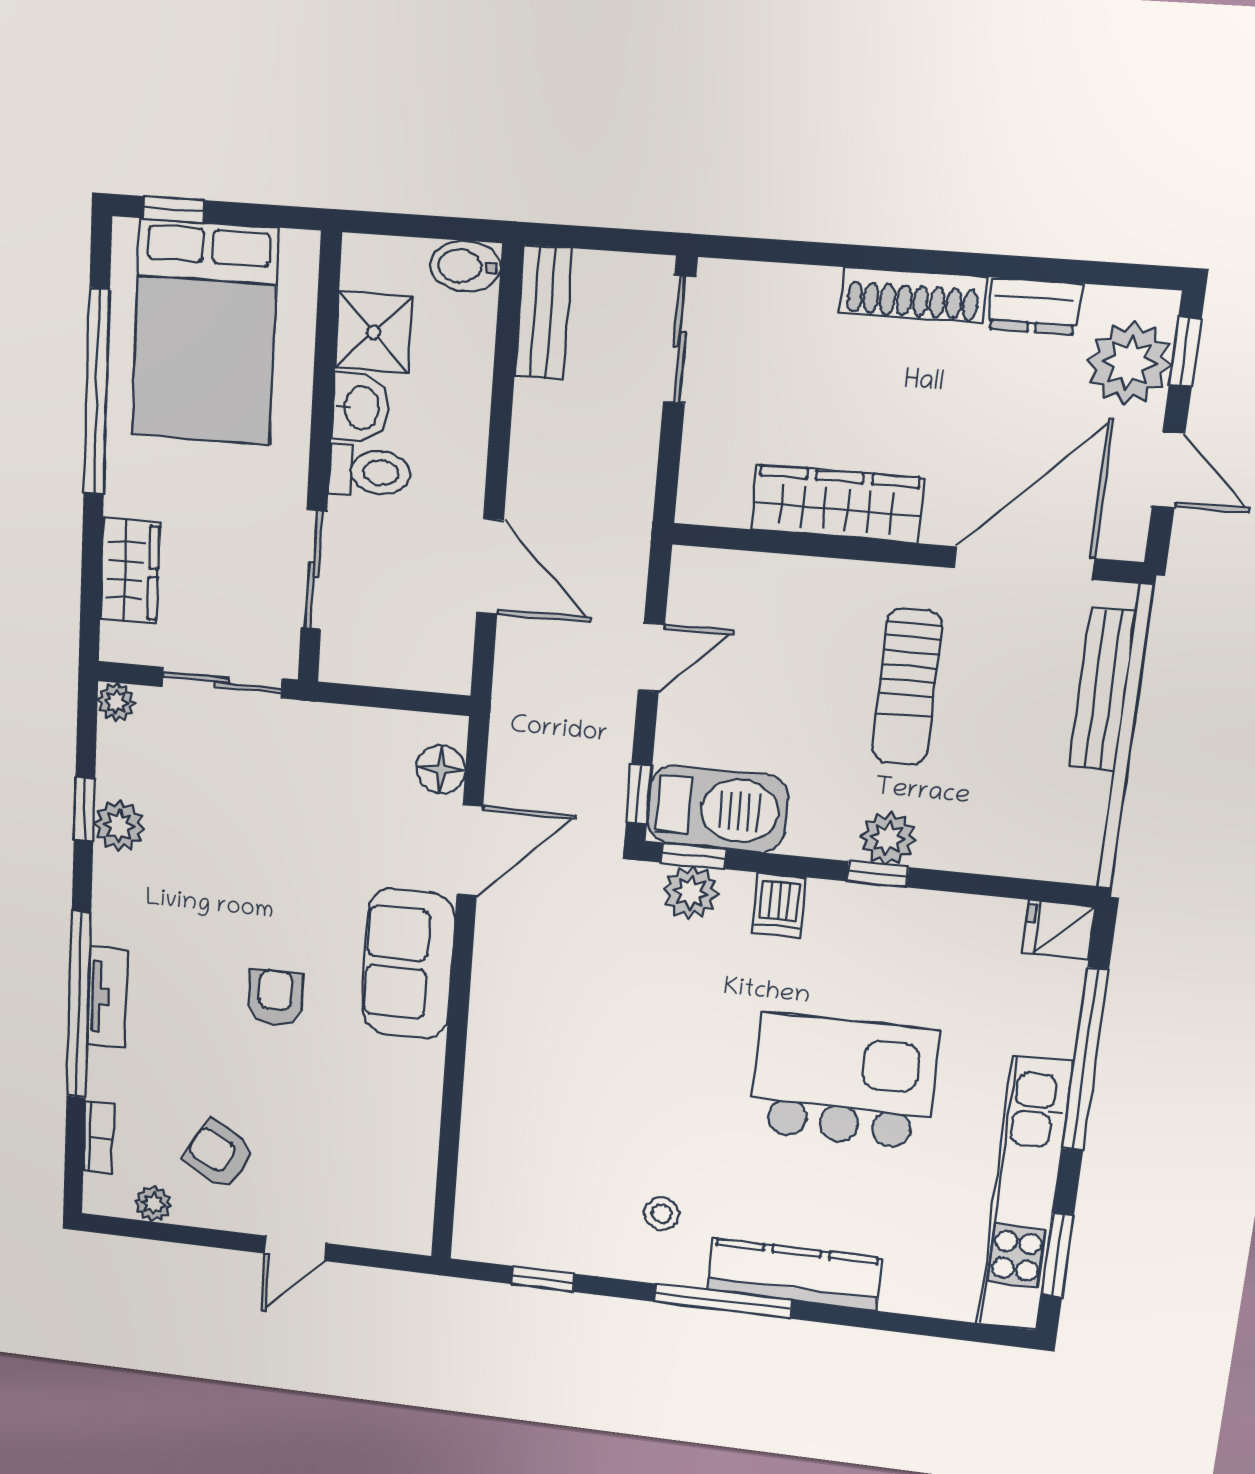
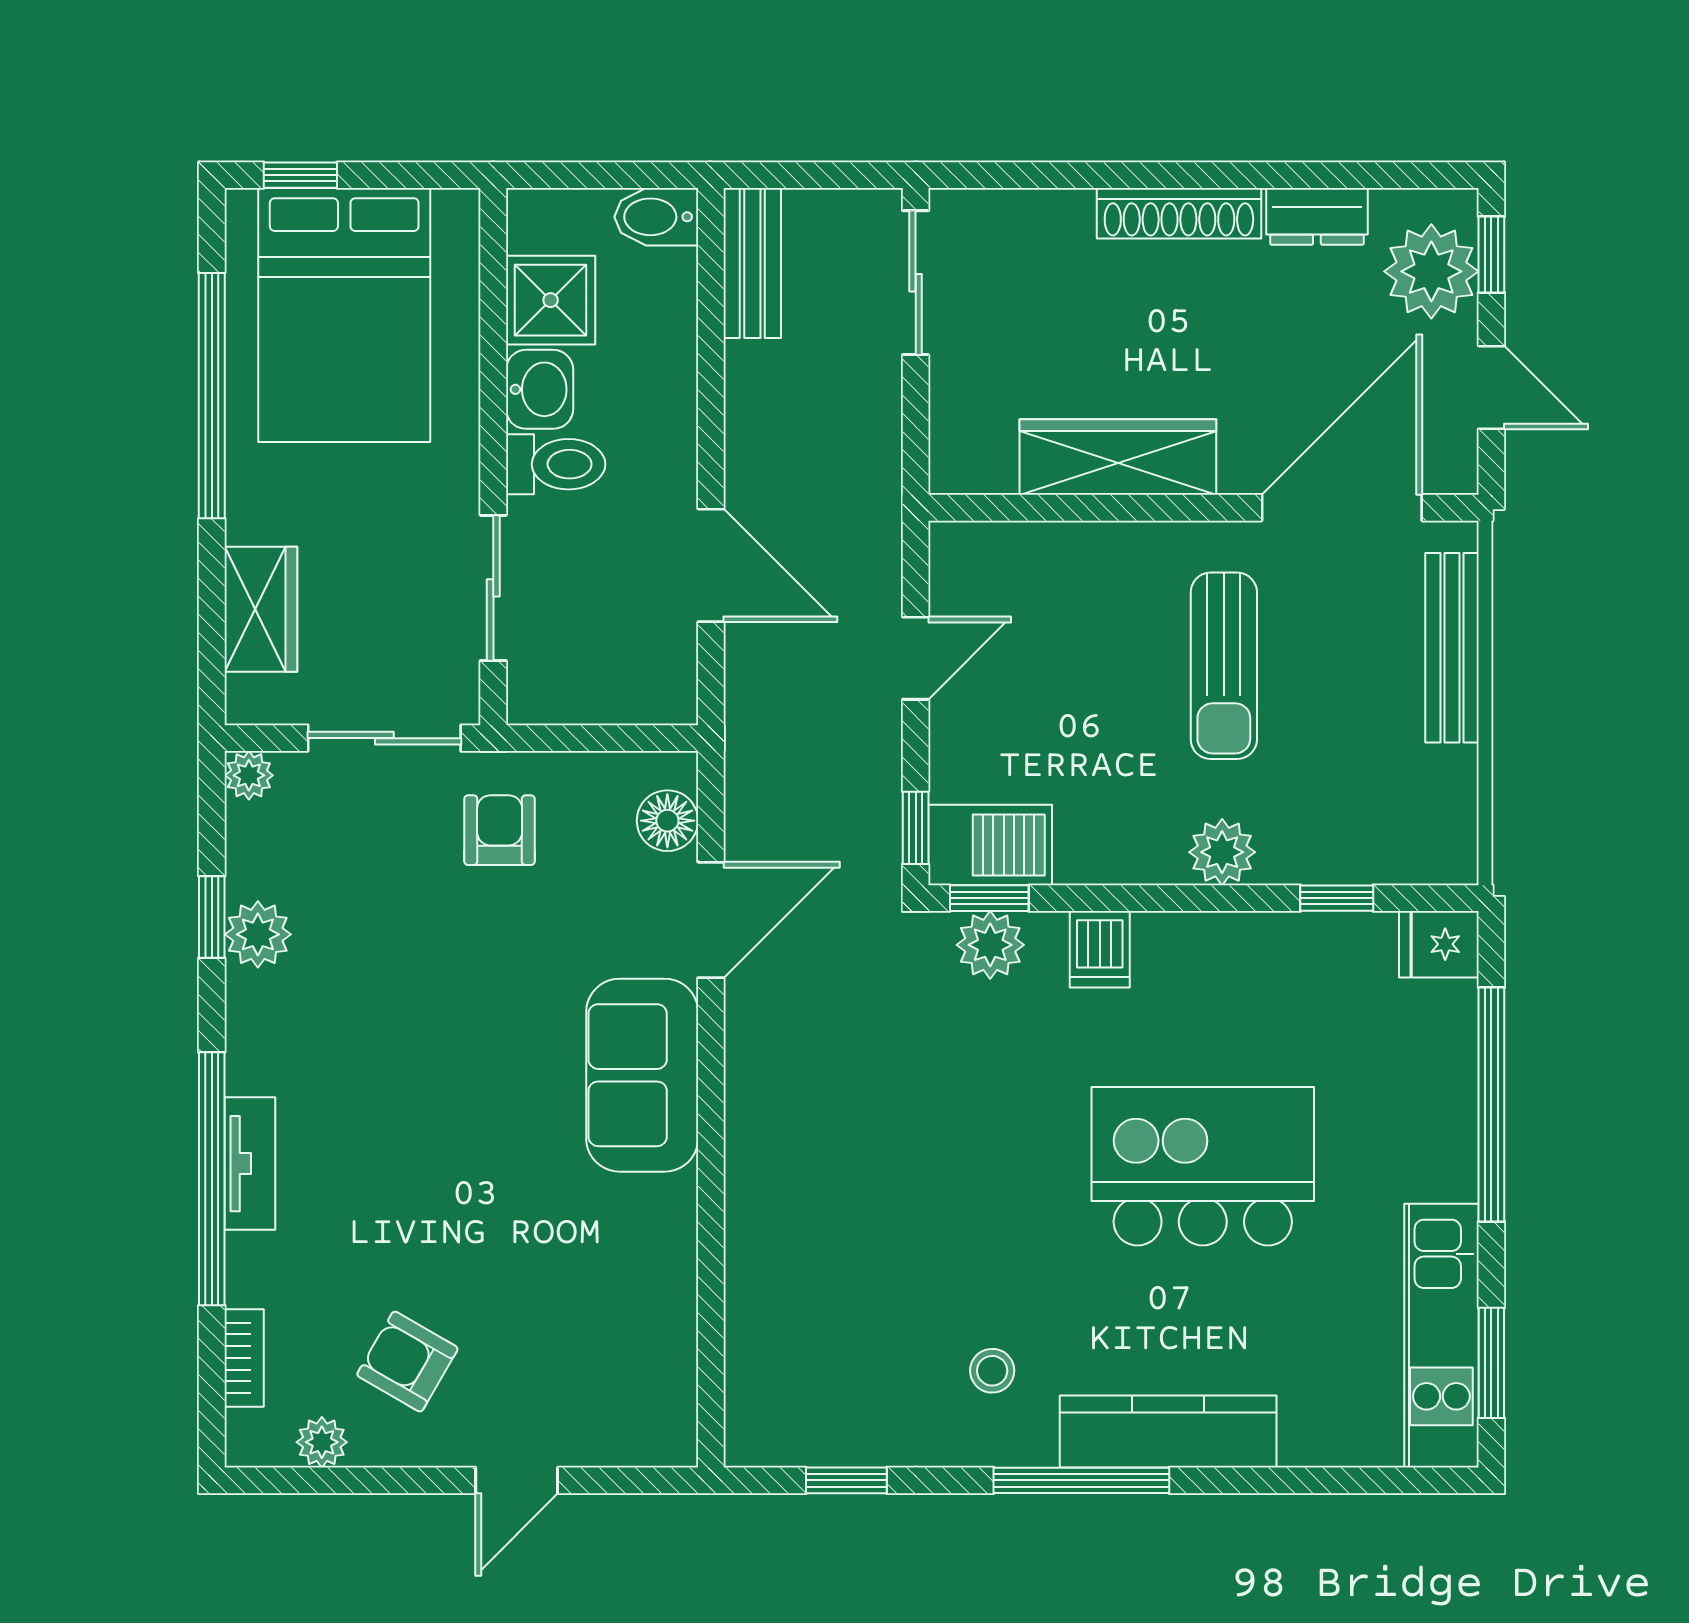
barbecue: (717, 809) -> (990, 845), width x0.73, depth x0.83
window: (878, 874) -> (1337, 898), moved
armchair: (275, 998) -> (500, 830), moved
kitchen unit: (1025, 1194) -> (1441, 1336), width x0.73

